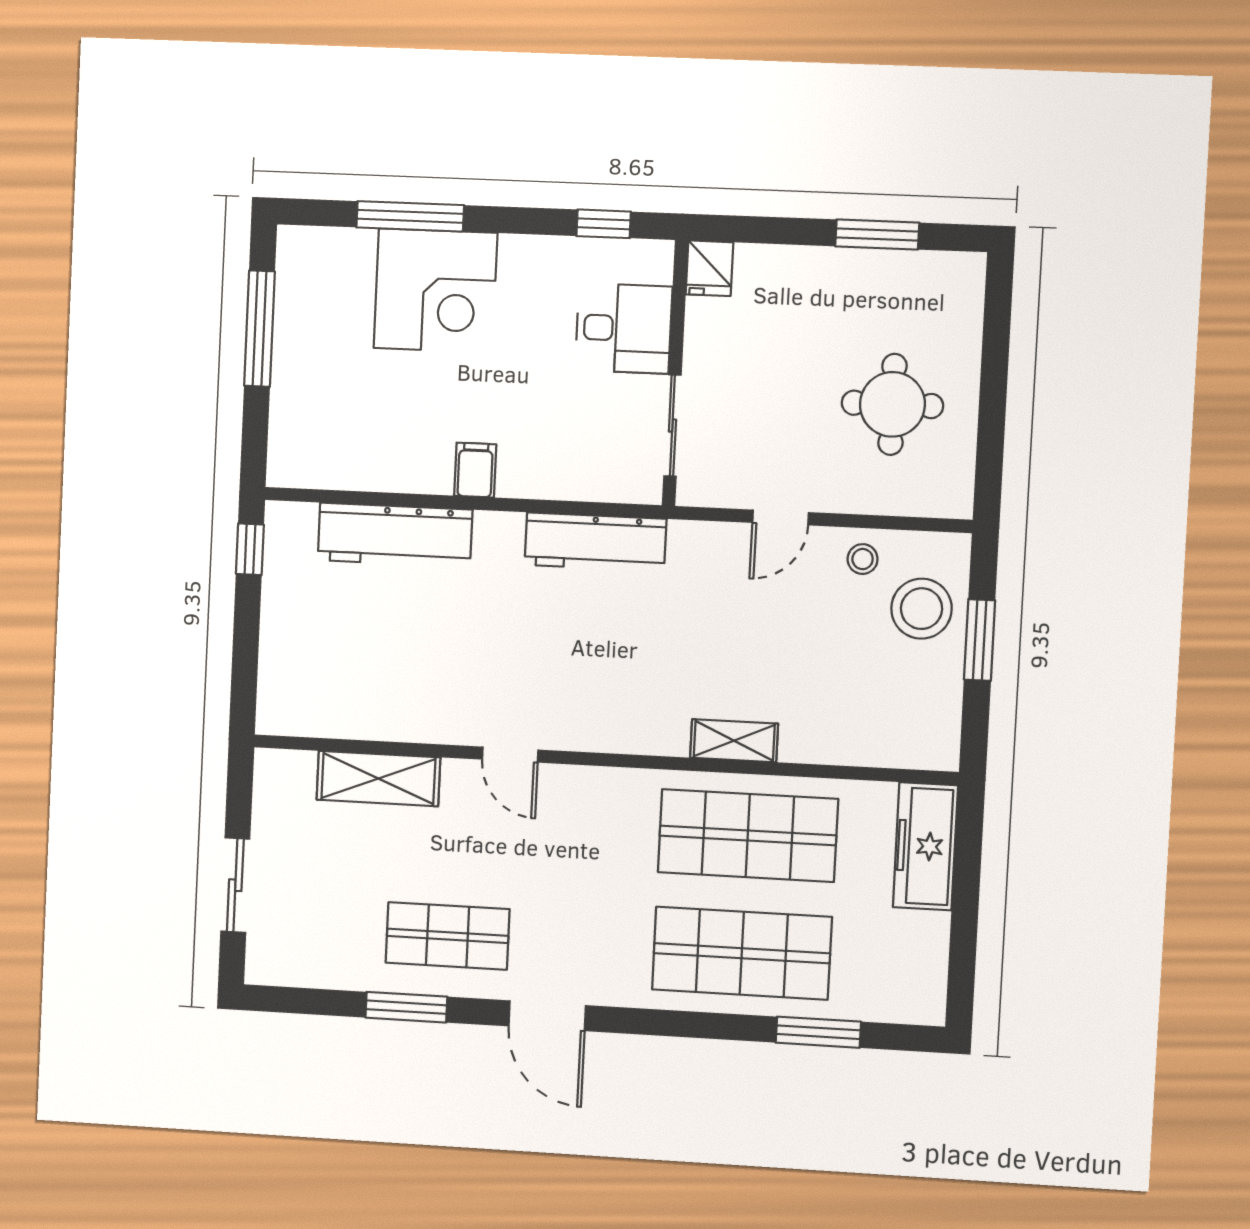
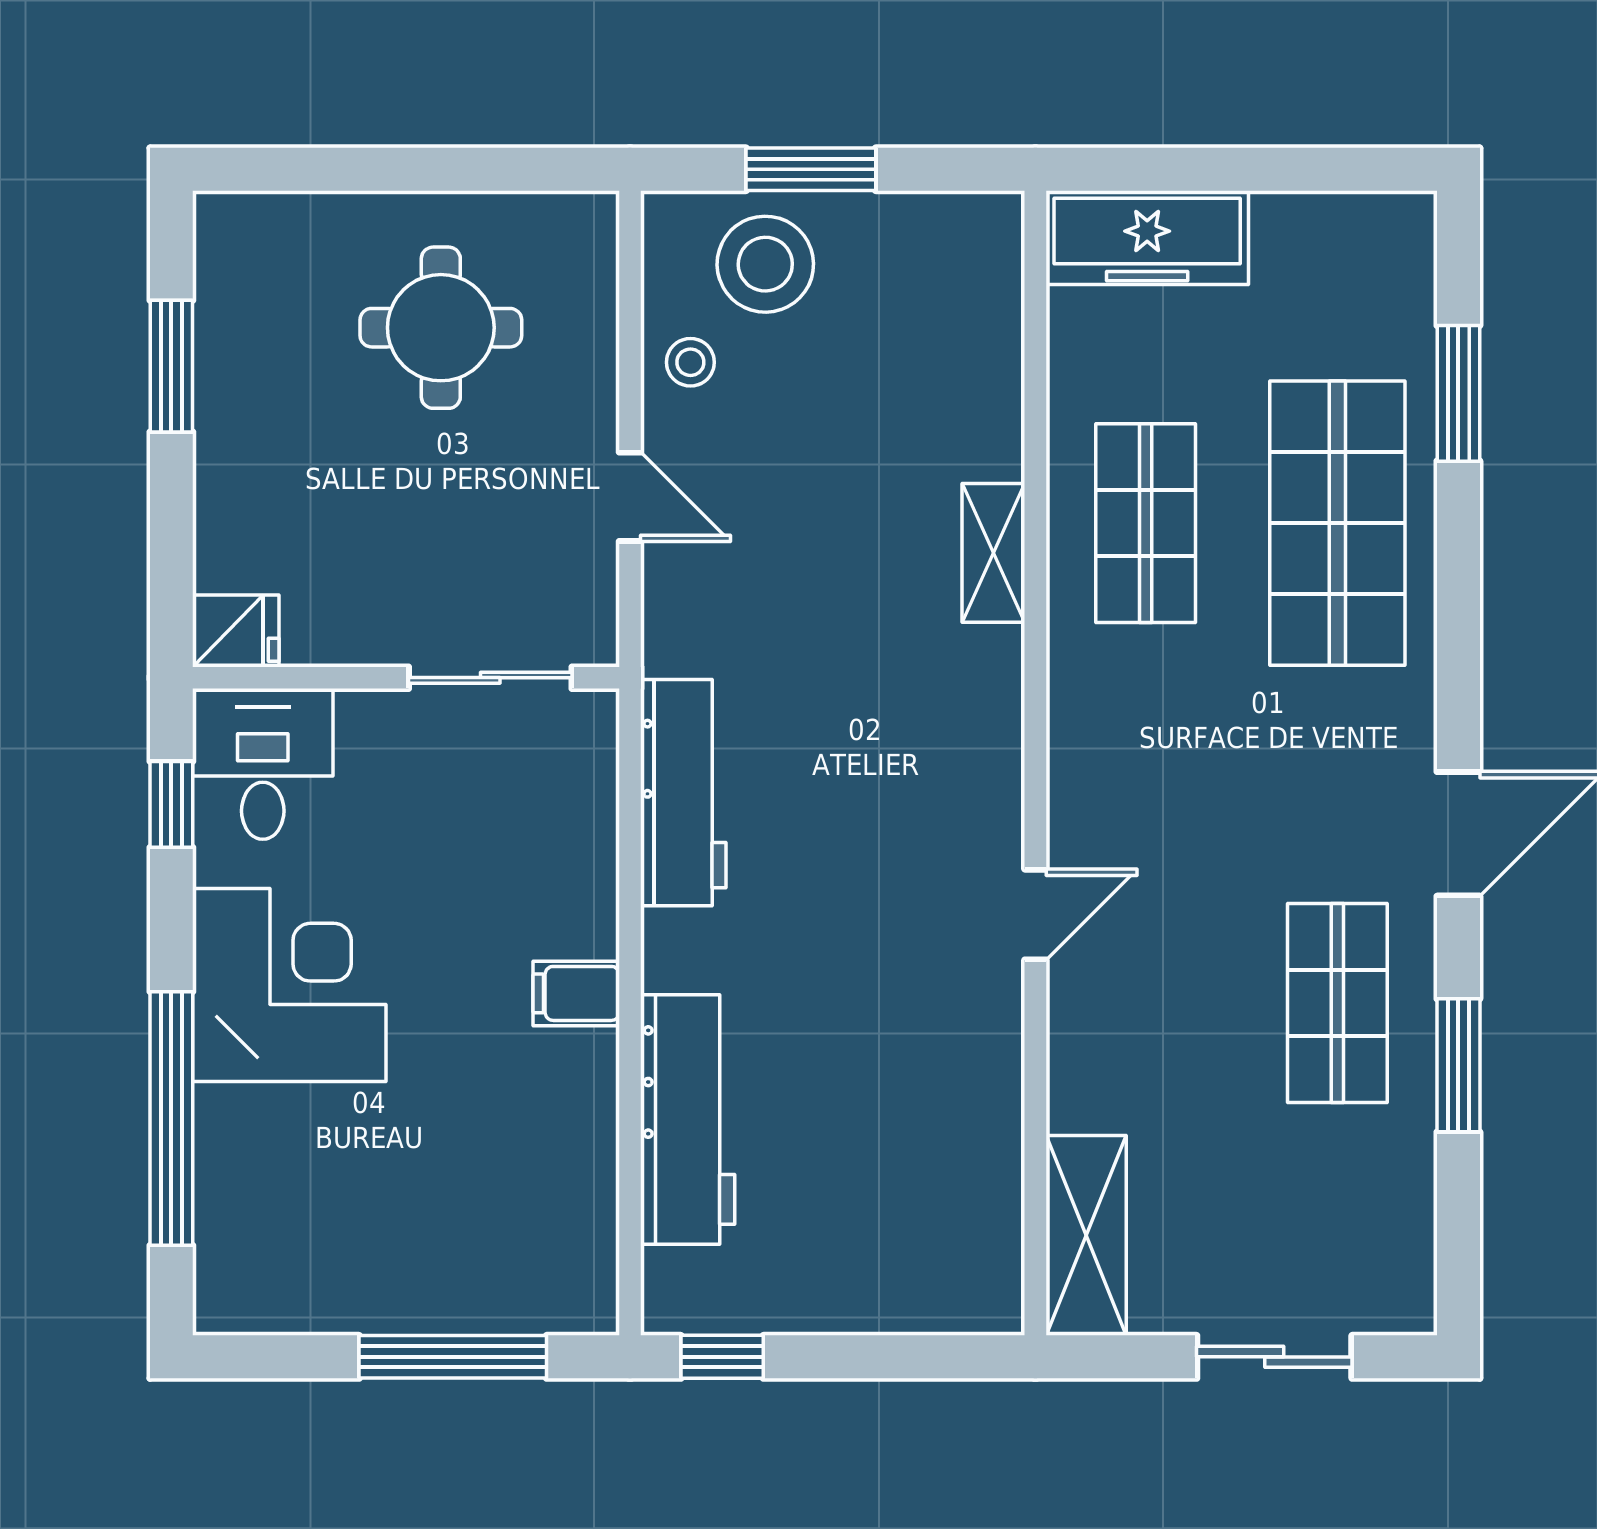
window: (410, 216) -> (171, 1118), width x1.46
corner desk: (435, 291) -> (289, 985), moved
desk: (624, 328) -> (263, 764), moved
window: (259, 329) -> (453, 1357), moved
shelving: (378, 779) -> (1086, 1235), moved
shop shelf: (748, 836) -> (1146, 523), width x0.70, depth x0.74

